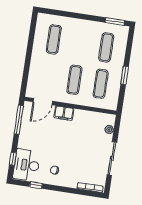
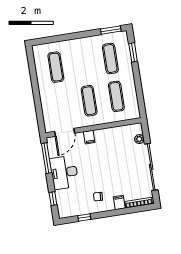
window: (125, 75) -> (133, 52), moved
filing cabinet: (64, 113) -> (89, 137), width x0.50
sliding door: (112, 158) -> (151, 167), width x1.36
desk: (27, 165) -> (64, 172), moved
filing cabinet: (72, 182) -> (119, 202), added

